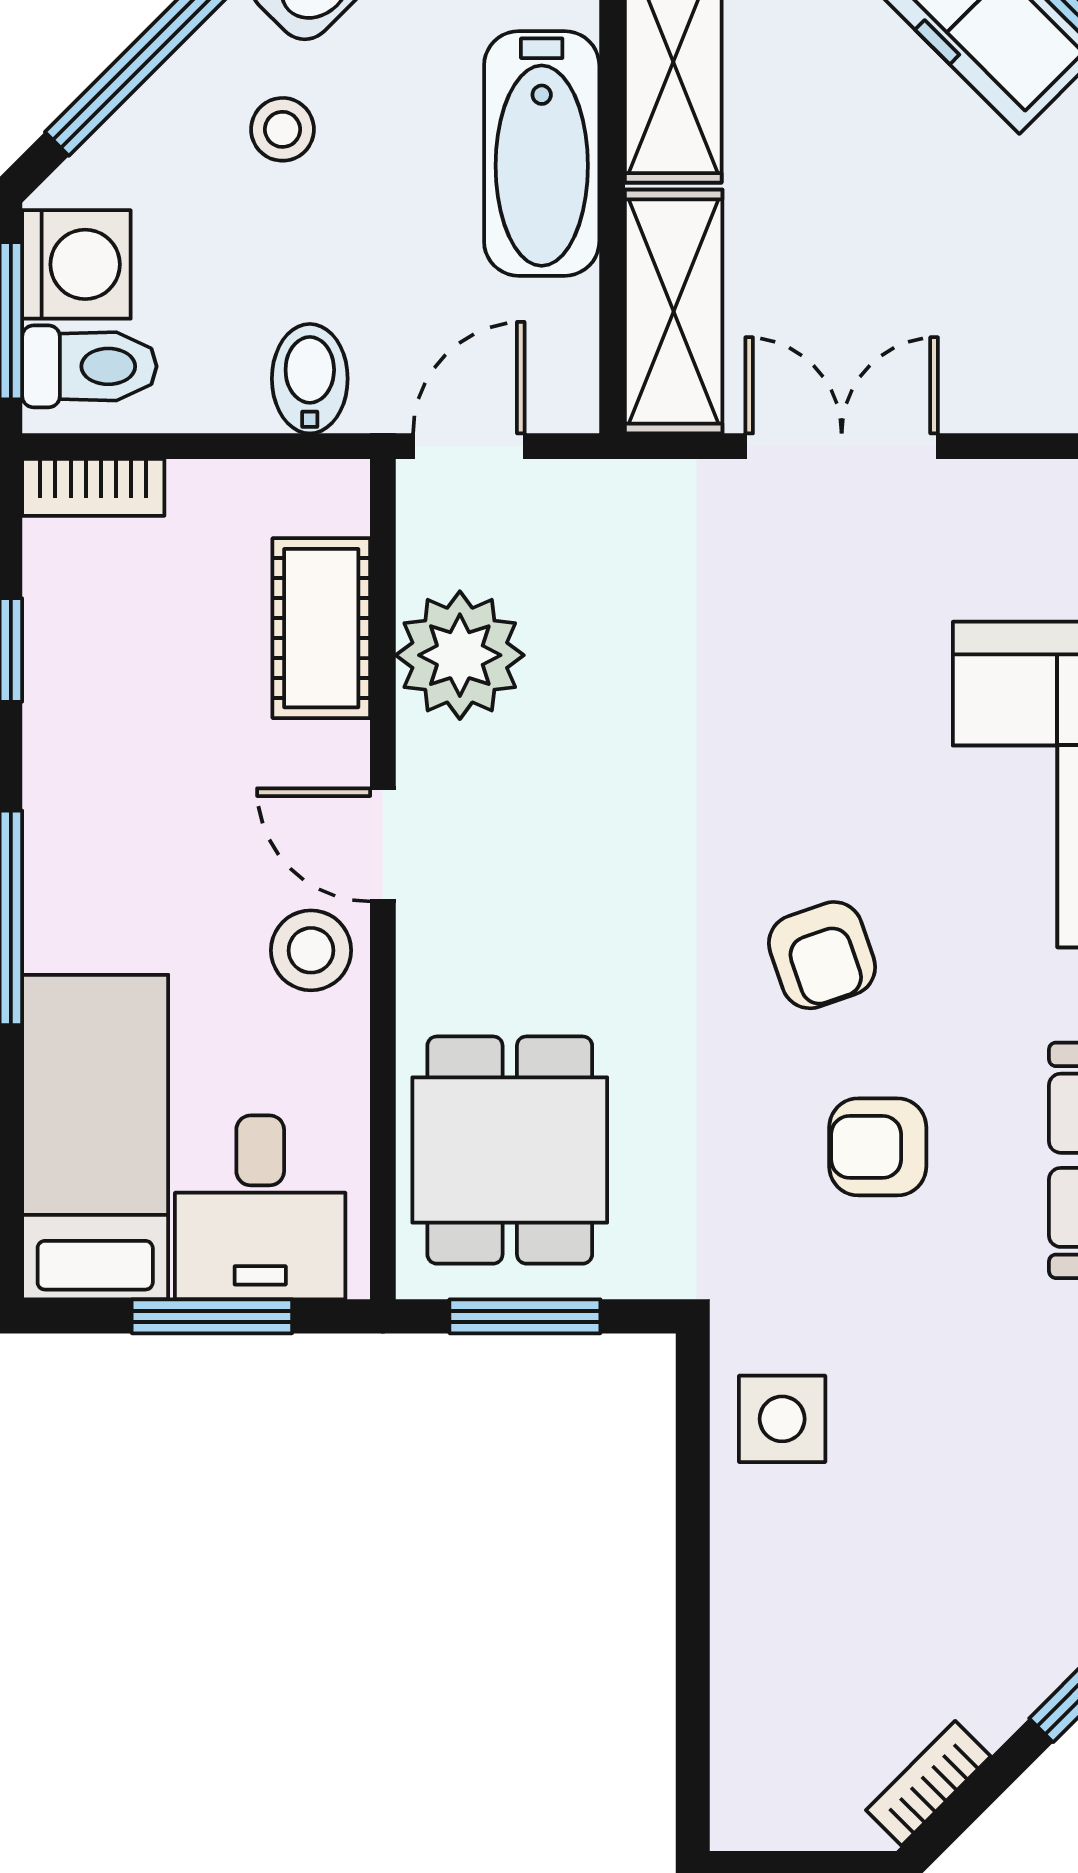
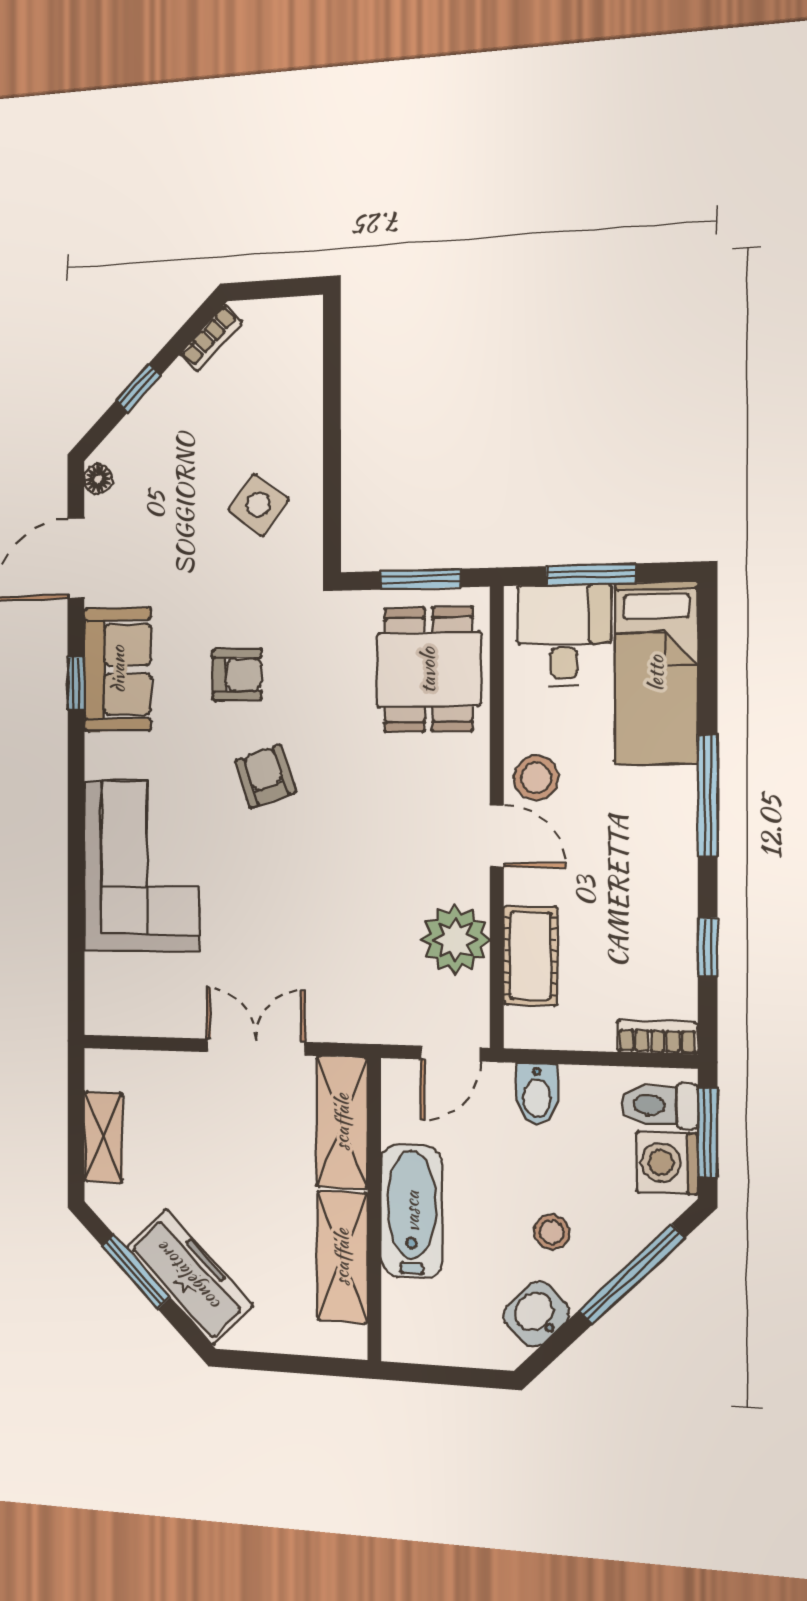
double door: (842, 446) -> (255, 1047), swing flipped
side table: (782, 1419) -> (258, 505), moved, turned 38

